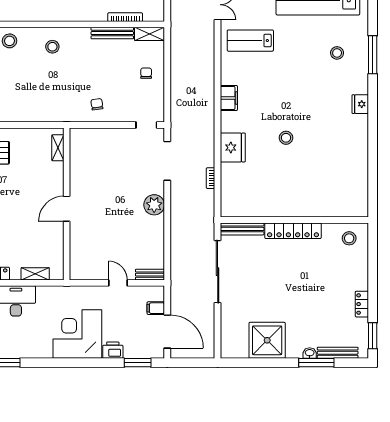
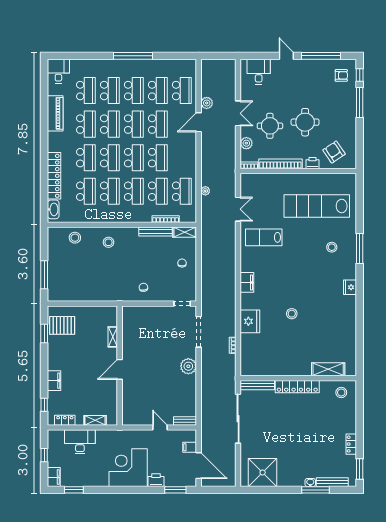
shelving: (58, 148) -> (113, 337), moved
shelving: (332, 209) -> (328, 369), added
shower: (267, 340) -> (263, 472), moved

